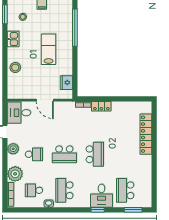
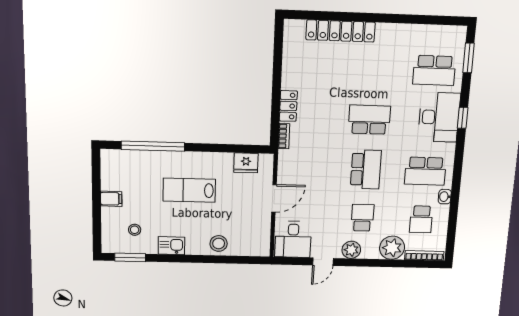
desk: (101, 196) -> (439, 117), width x1.37

